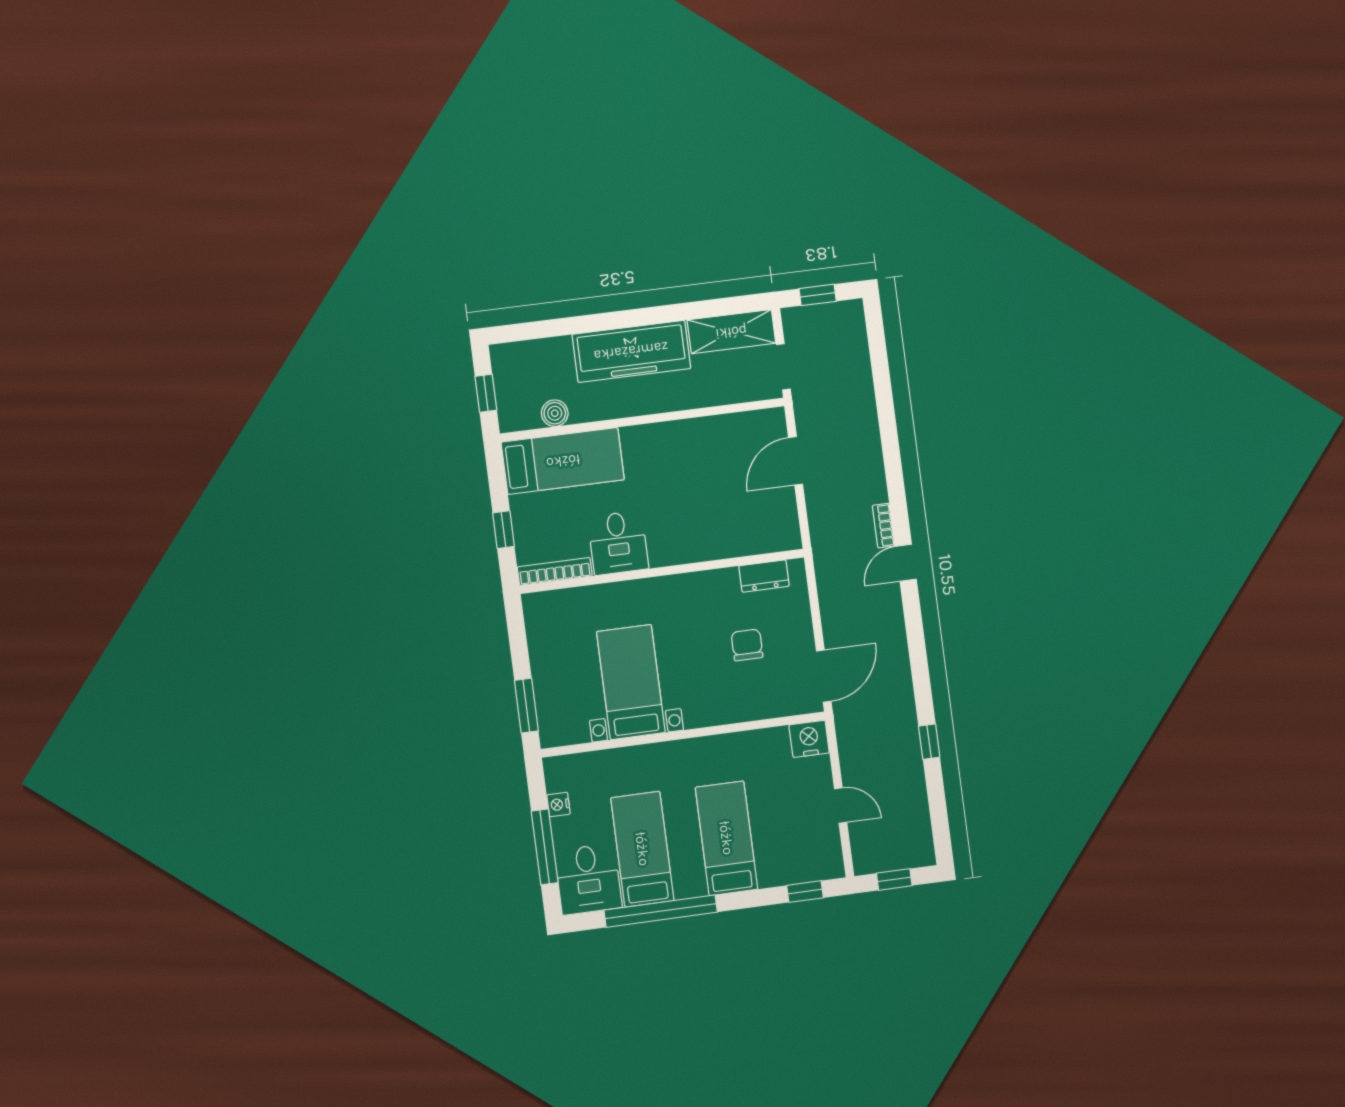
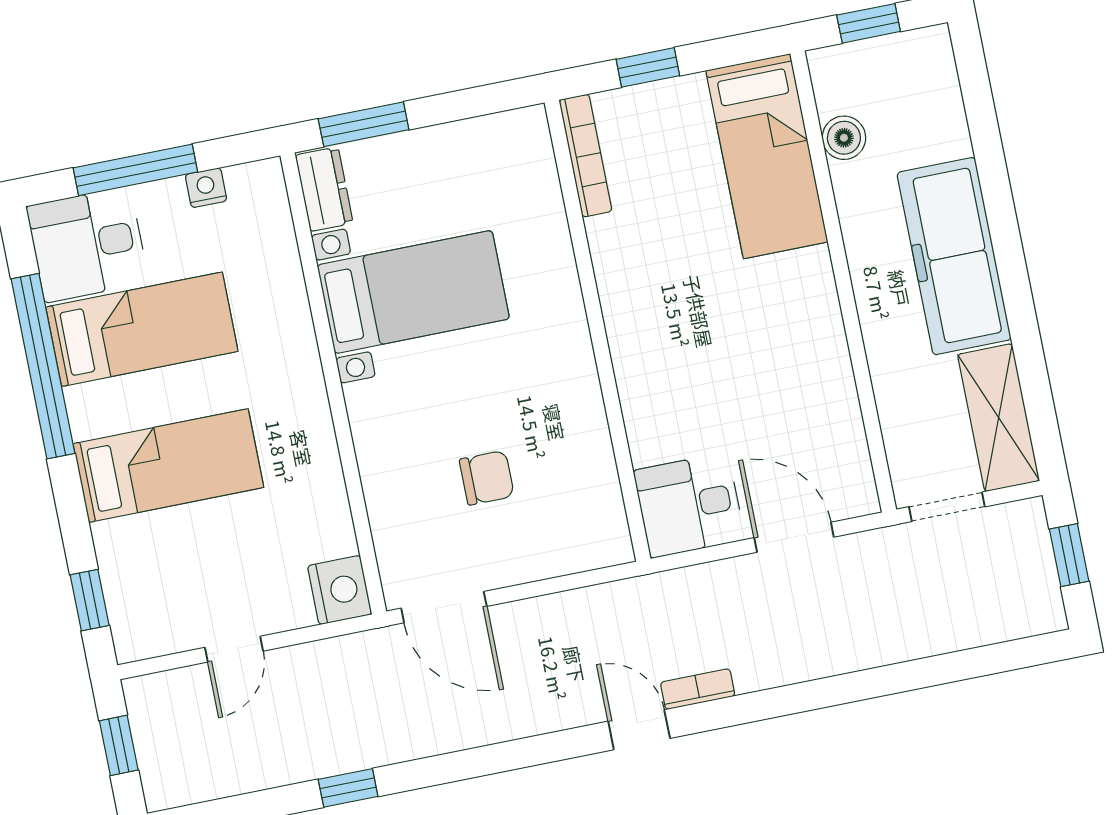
desk: (618, 543) -> (689, 505), moved
dresser: (764, 576) -> (324, 189), moved, turned 180

